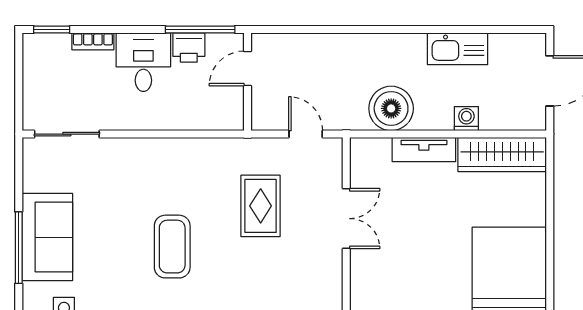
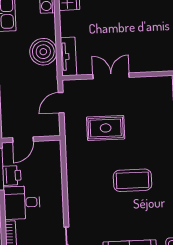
door: (247, 69) -> (23, 140), hinge flipped
tv unit: (424, 150) -> (68, 56), moved

